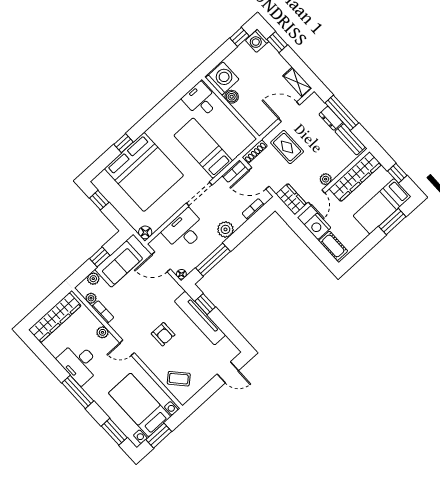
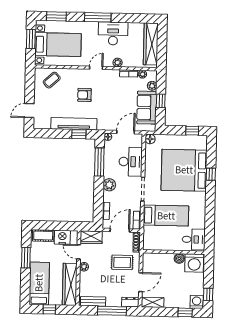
dresser: (331, 118) -> (130, 302), moved
window: (392, 222) -> (26, 258), moved

